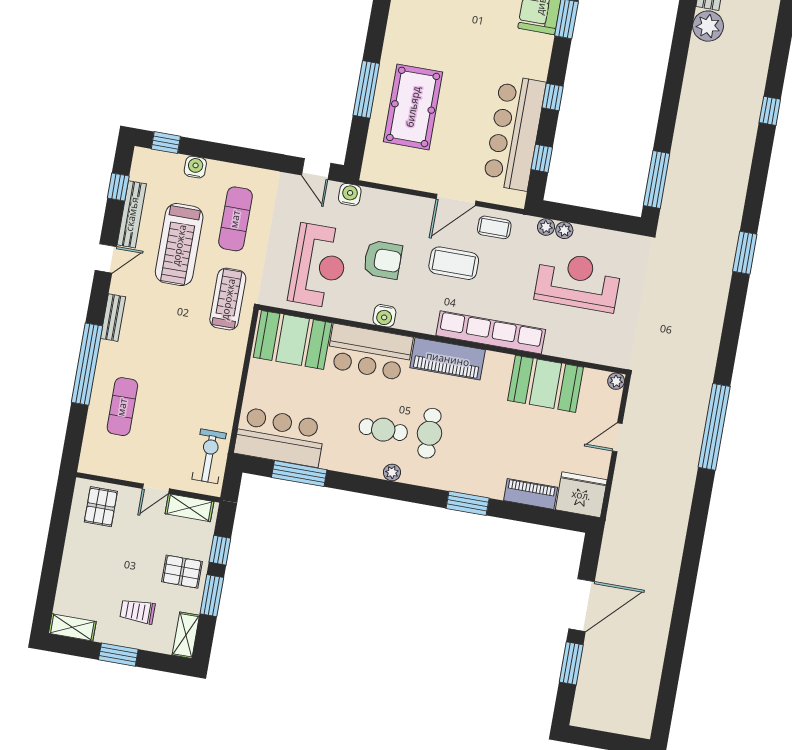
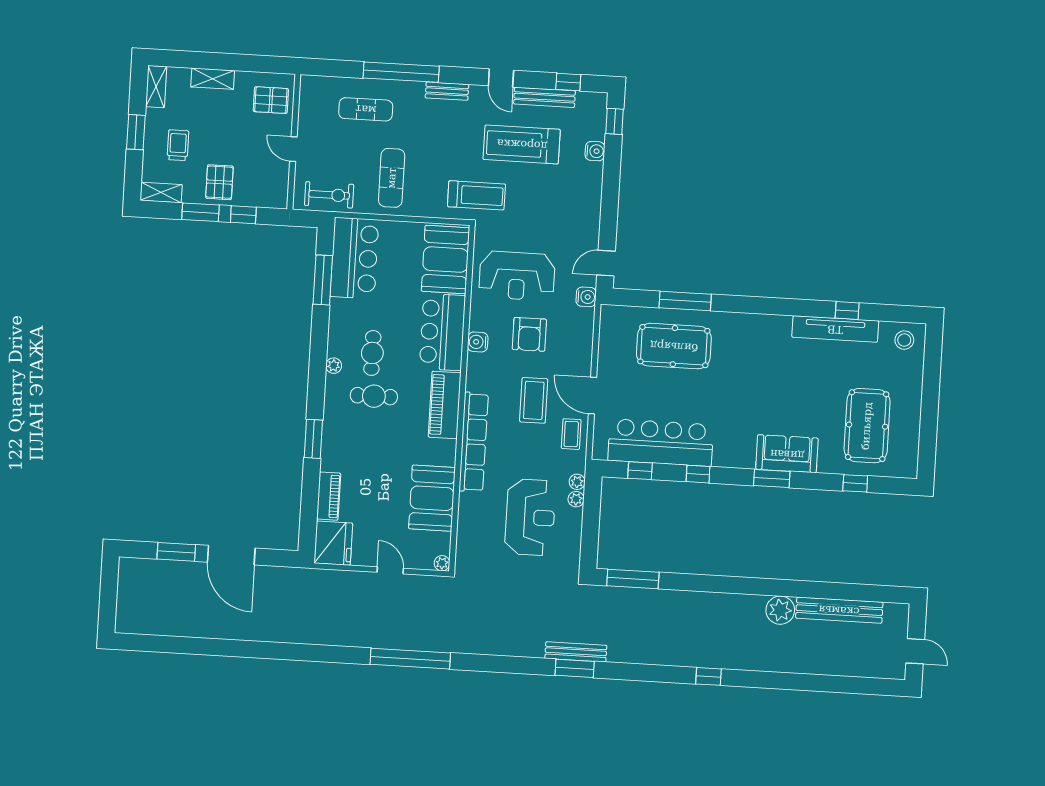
exercise mat: (235, 219) -> (392, 178), moved, turned 90
bench: (727, 249) -> (576, 652), added
shelving: (189, 508) -> (213, 79), moved, turned 90

